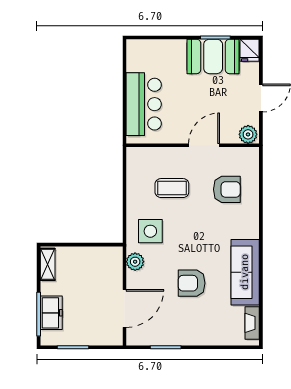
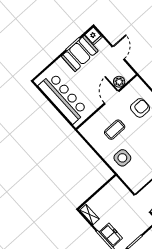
bar counter: (144, 104) -> (63, 98), width x1.36
plant: (248, 134) -> (119, 82), moved
plant: (135, 262) -> (128, 178), removed

